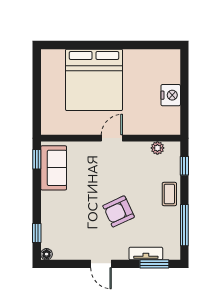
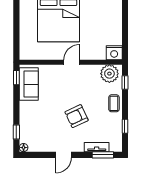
nightstand: (171, 95) -> (114, 53), moved, turned 90
plant: (157, 148) -> (109, 74), width x1.87, depth x1.87
window: (184, 225) -> (125, 126), width x0.46
door: (101, 264) -> (64, 155), hinge flipped

